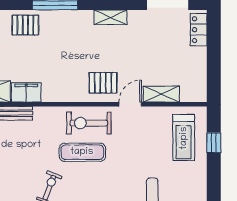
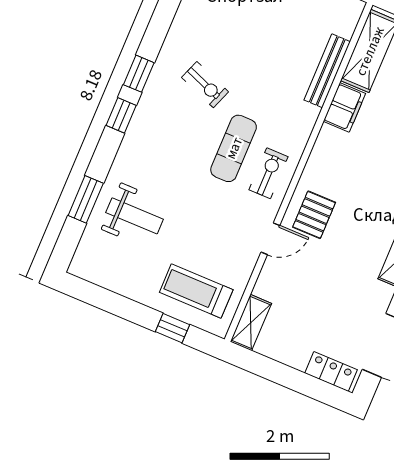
shelving: (161, 94) -> (251, 323), moved
door: (130, 104) -> (270, 239), hinge flipped
exercise bike: (89, 123) -> (269, 173), width x0.73, depth x0.72

